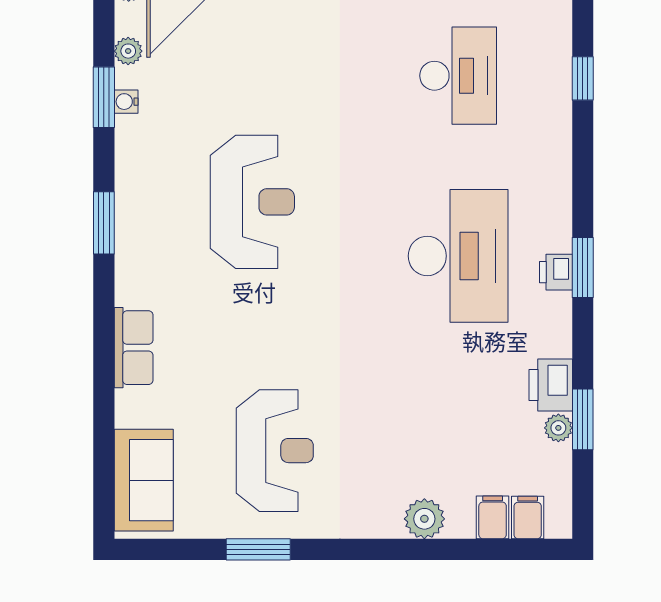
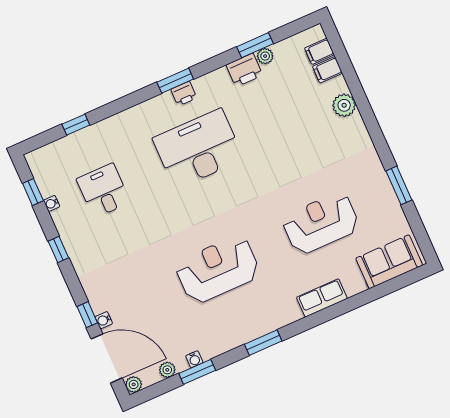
desk: (458, 76) -> (103, 191), width x0.73
reception desk: (275, 451) -> (321, 223), moved

